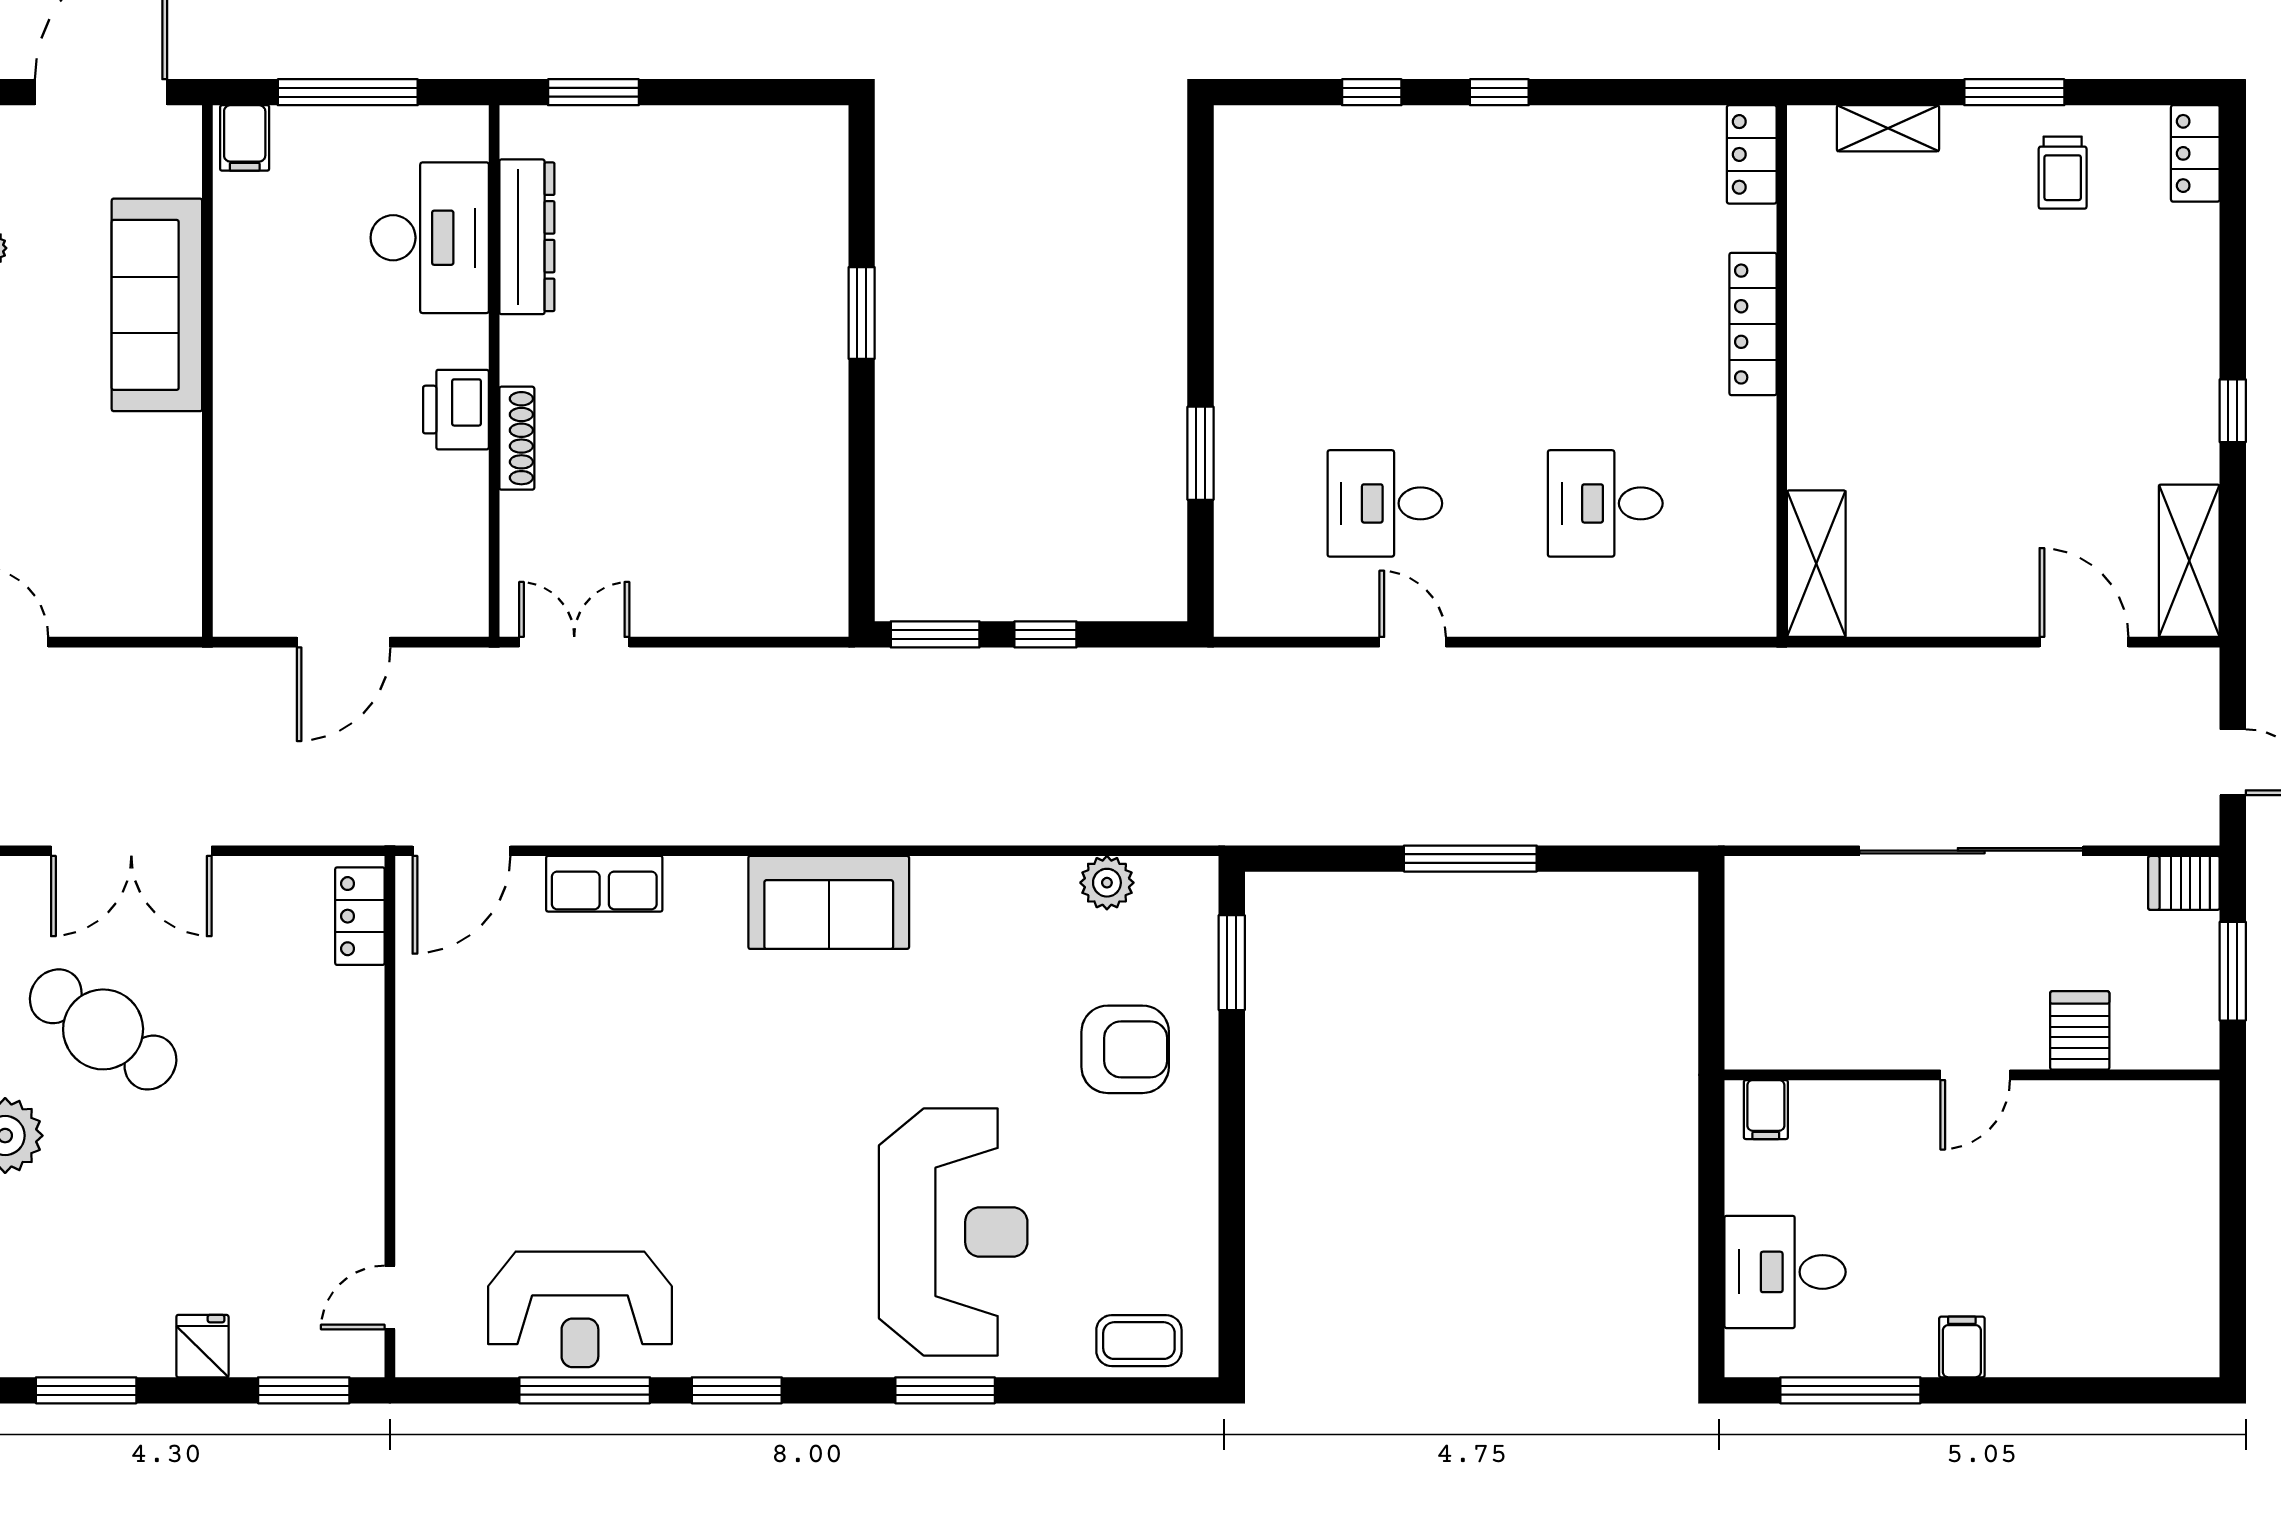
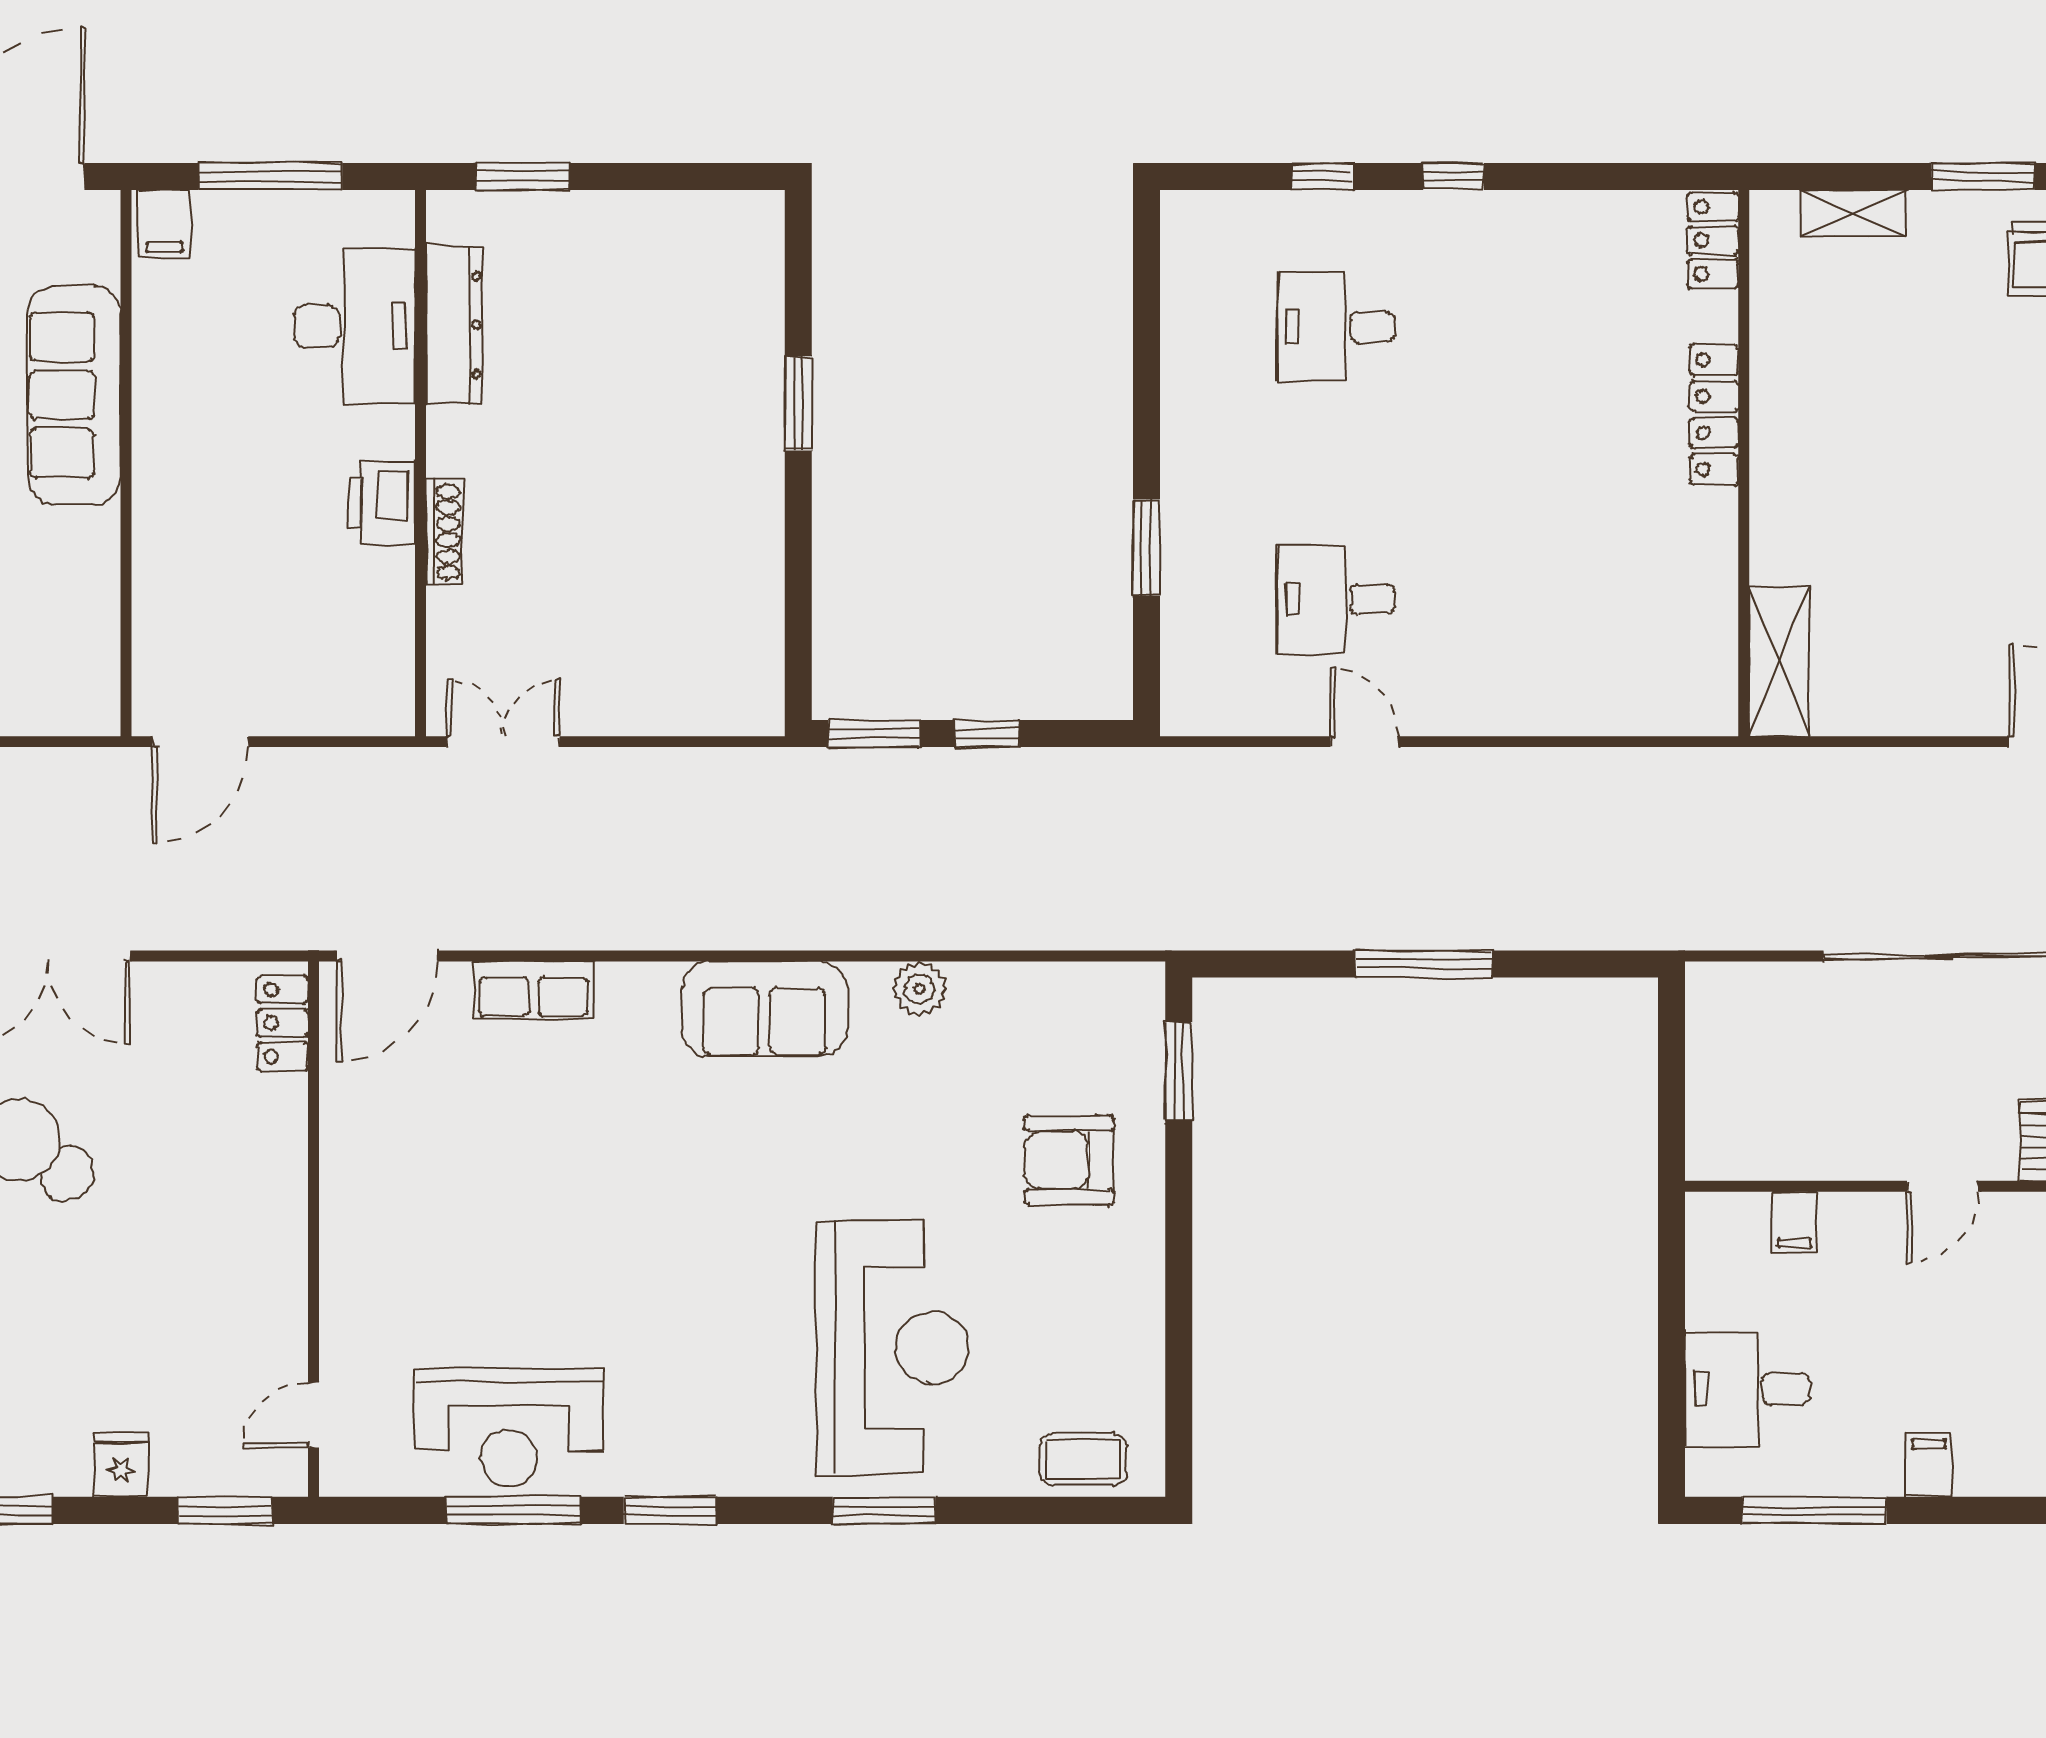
desk: (1605, 503) -> (1336, 327), moved
door: (344, 642) -> (200, 742), moved
plant: (1107, 883) -> (920, 989), moved
armchair: (1125, 1049) -> (1069, 1160), turned 180
filing cabinet: (1766, 1110) -> (1795, 1222), moved

